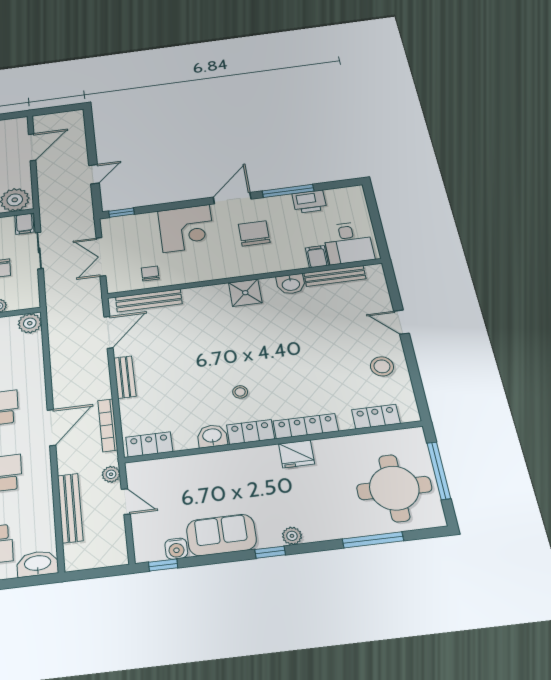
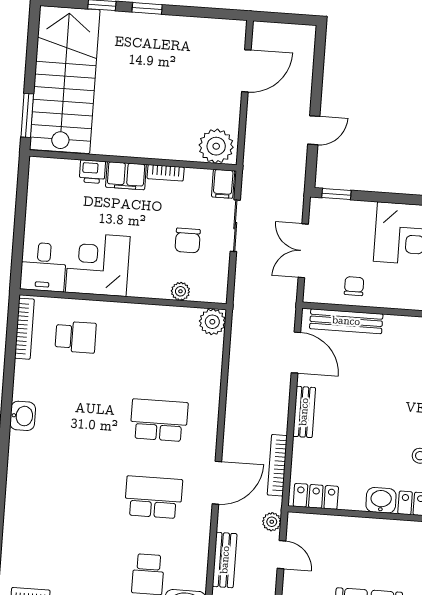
door: (109, 332) -> (296, 353), hinge flipped
door: (51, 428) -> (217, 483), moved
bench: (70, 508) -> (225, 560), width x0.73

